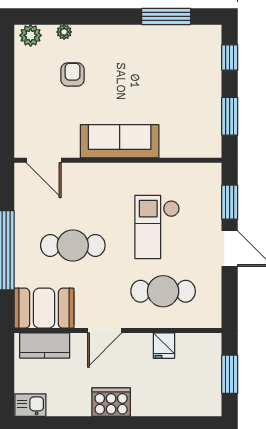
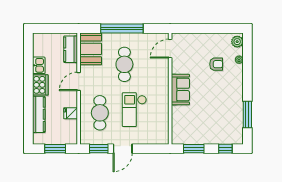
sofa: (120, 141) -> (180, 89), width x0.73
window: (230, 202) -> (99, 149), moved
checkout: (157, 227) -> (134, 110), turned -90
door: (105, 331) -> (79, 81), hinge flipped
kitchen sink: (30, 405) -> (39, 65), moved
kitchen counter: (166, 405) -> (39, 114), added

